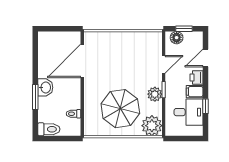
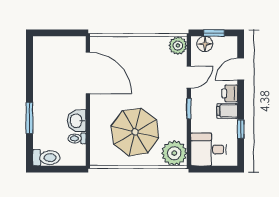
door: (82, 61) -> (88, 73), swing flipped
washbasin: (45, 87) -> (77, 121), moved, turned 180
plant: (155, 94) -> (178, 45), moved
desk: (188, 112) -> (209, 149), moved, turned 180

